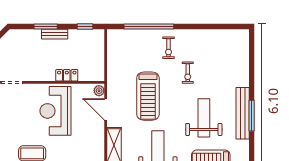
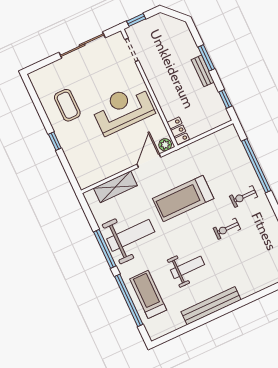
locker: (67, 75) -> (178, 131), moved
window: (252, 116) -> (213, 316), removed
weight bench: (204, 118) -> (187, 267), width x0.73, depth x0.75

